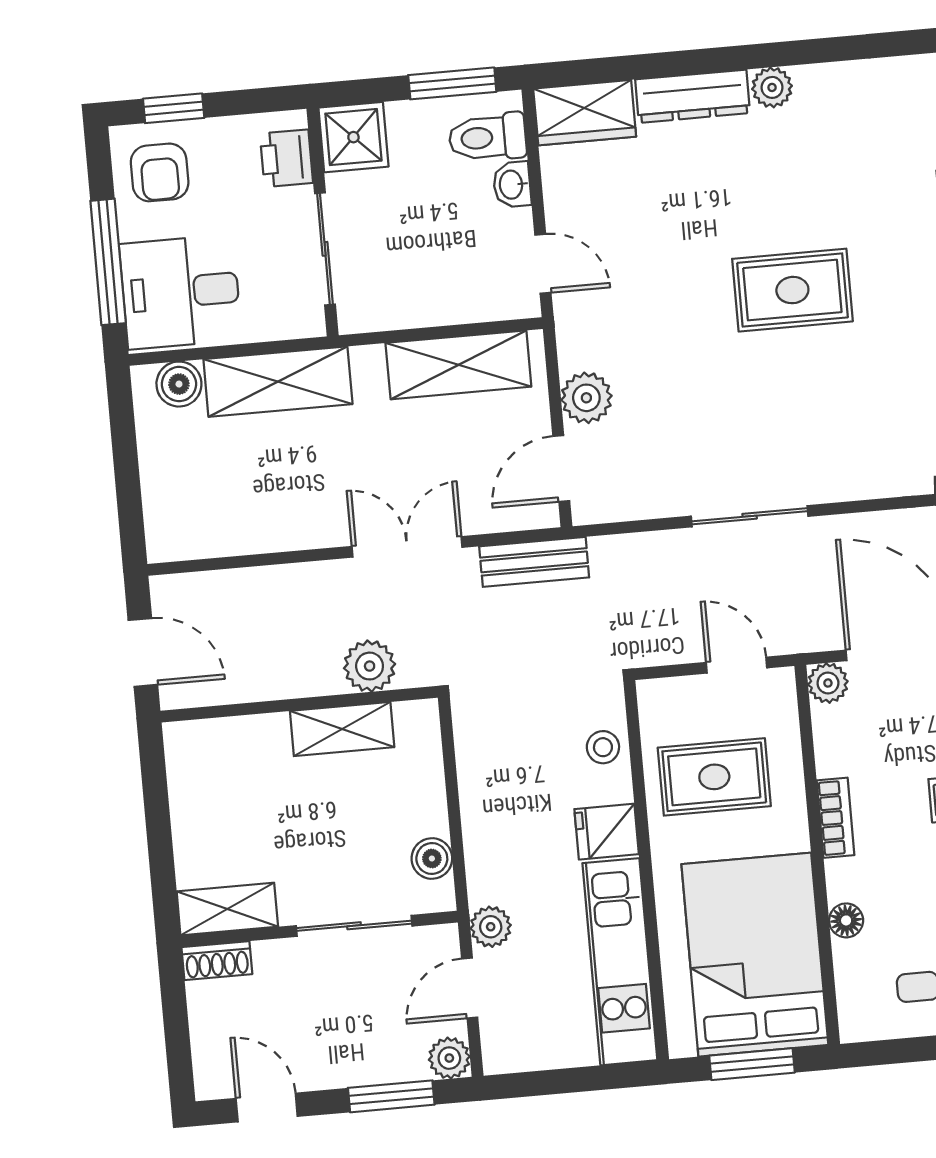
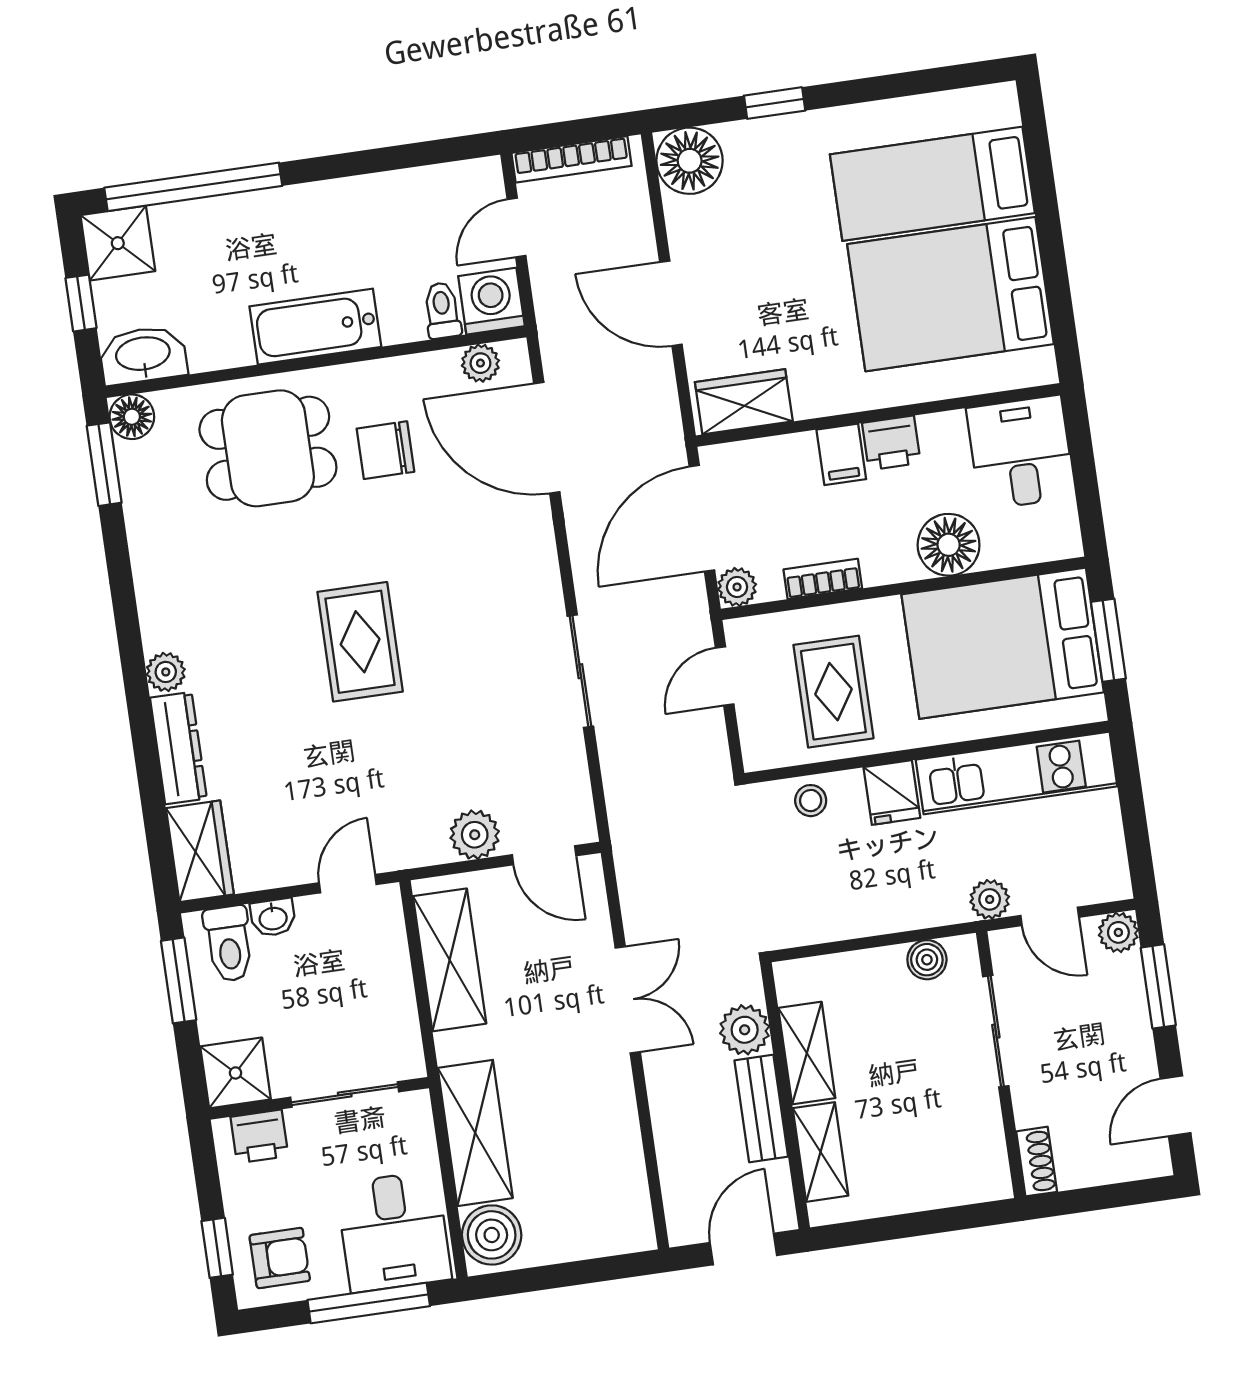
boiler: (179, 384) -> (492, 1235), width x1.36, depth x1.36
double door: (407, 547) -> (628, 1000), swing flipped
bench: (534, 562) -> (761, 1108), moved
bookcase: (835, 818) -> (823, 579), moved
shelving: (227, 909) -> (820, 1152), moved
floor lamp: (846, 920) -> (949, 545), width x1.89, depth x1.89

